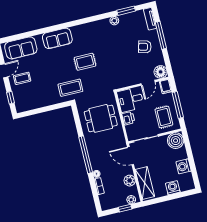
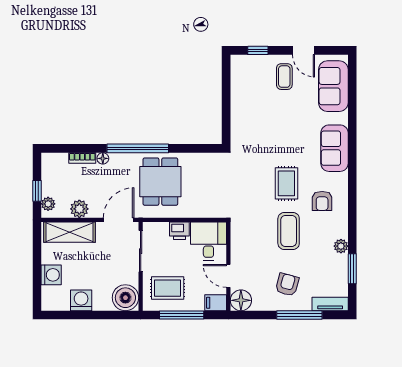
armchair: (90, 38) -> (322, 201), added
coffee table: (70, 88) -> (289, 231), moved
dining table: (101, 118) -> (160, 182), moved

